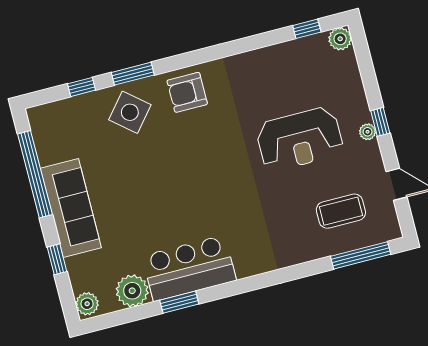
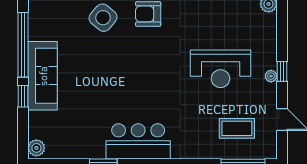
window: (57, 259) -> (23, 96), moved
bar counter: (189, 268) -> (138, 141), moved
plant: (132, 291) -> (71, 147), removed

